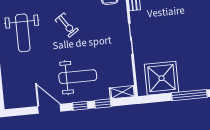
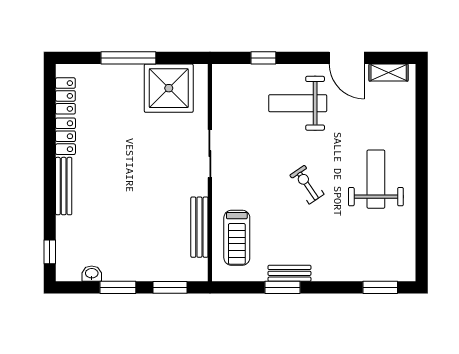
shelving: (122, 92) -> (389, 73), moved
window: (80, 106) -> (298, 58), removed

